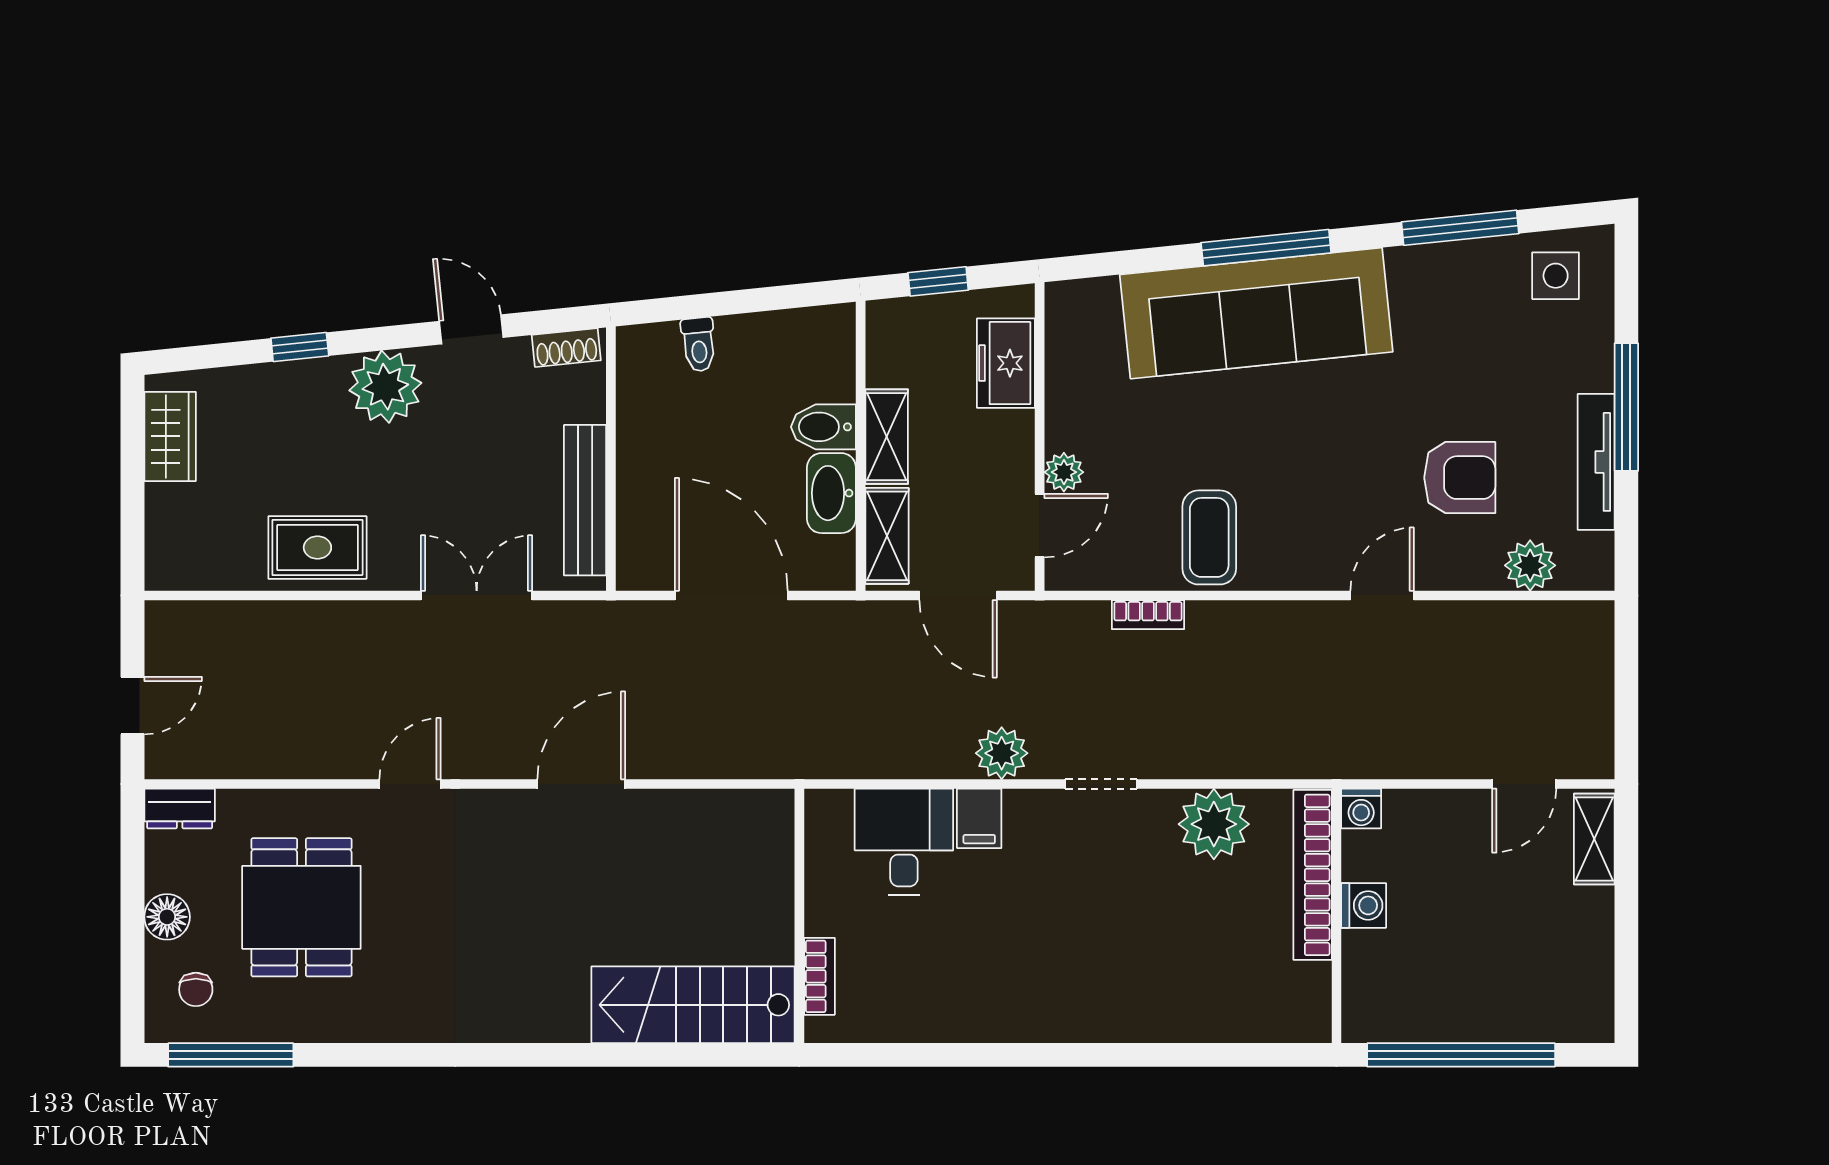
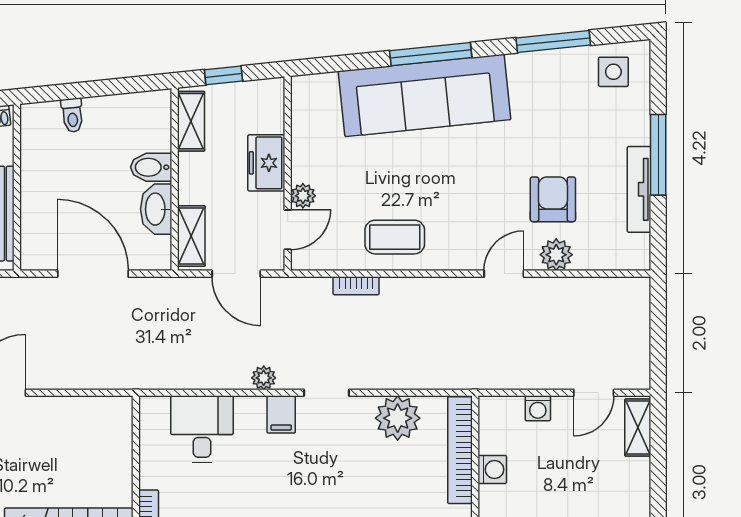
freezer: (1006, 363) -> (266, 163), moved
shelving: (887, 437) -> (191, 121), moved
armchair: (1460, 478) -> (553, 199), turned -90
coffee table: (1209, 537) -> (395, 237), turned 90
plant: (1530, 565) -> (556, 255), moved
plant: (1002, 753) -> (264, 378), width x0.73, depth x0.73
washing machine: (1361, 809) -> (538, 408), moved
filing cabinet: (979, 818) -> (281, 414), moved

